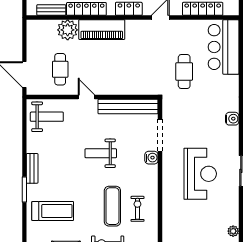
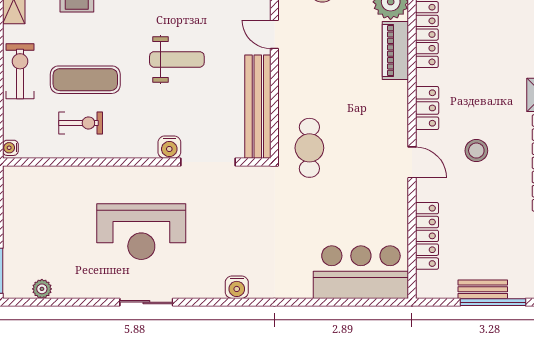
piano: (102, 30) -> (395, 51), width x0.73, depth x0.75
cafe table: (184, 72) -> (309, 148), moved, turned 90
door: (86, 97) -> (274, 34), swing flipped
weight bench: (101, 153) -> (177, 59), turned 90

